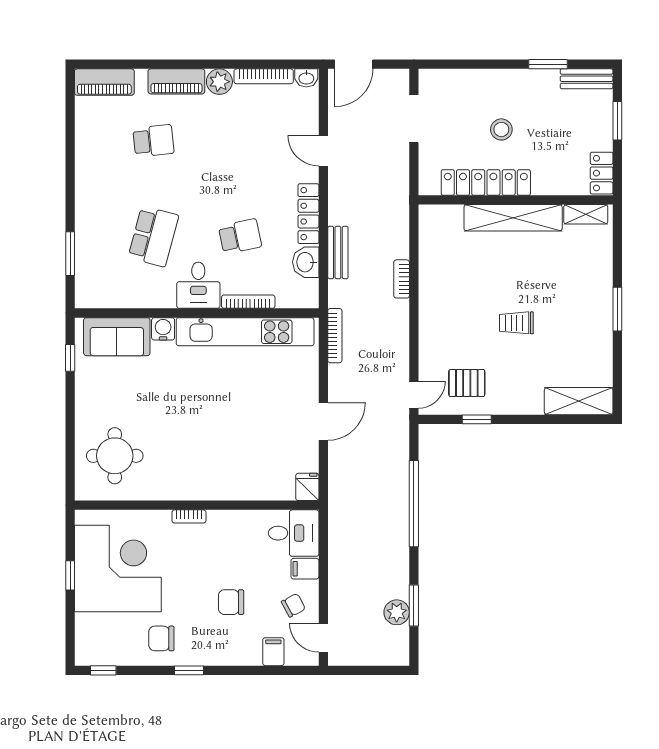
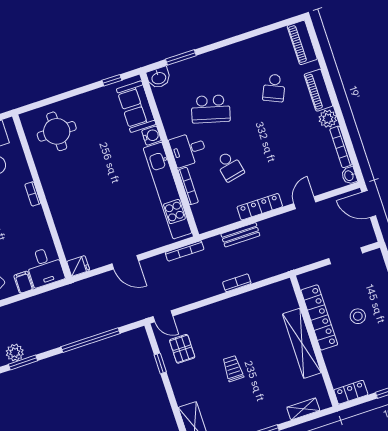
school desk: (153, 141) -> (274, 88), turned 30
shelving: (586, 214) -> (303, 409), moved, turned 90
washbasin: (306, 262) -> (159, 78), moved, turned 180

